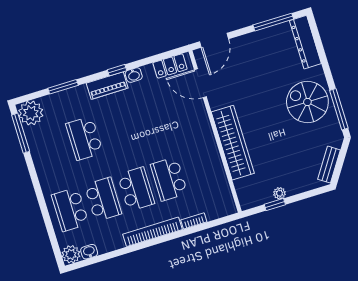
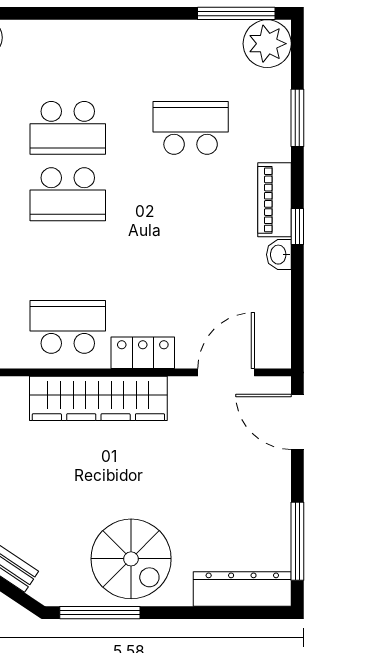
locker: (170, 66) -> (143, 353), moved, turned 90
spiral stairs: (307, 102) -> (131, 559), turned 90
school desk: (169, 179) -> (68, 327), moved
school desk: (70, 209) -> (68, 62), removed

